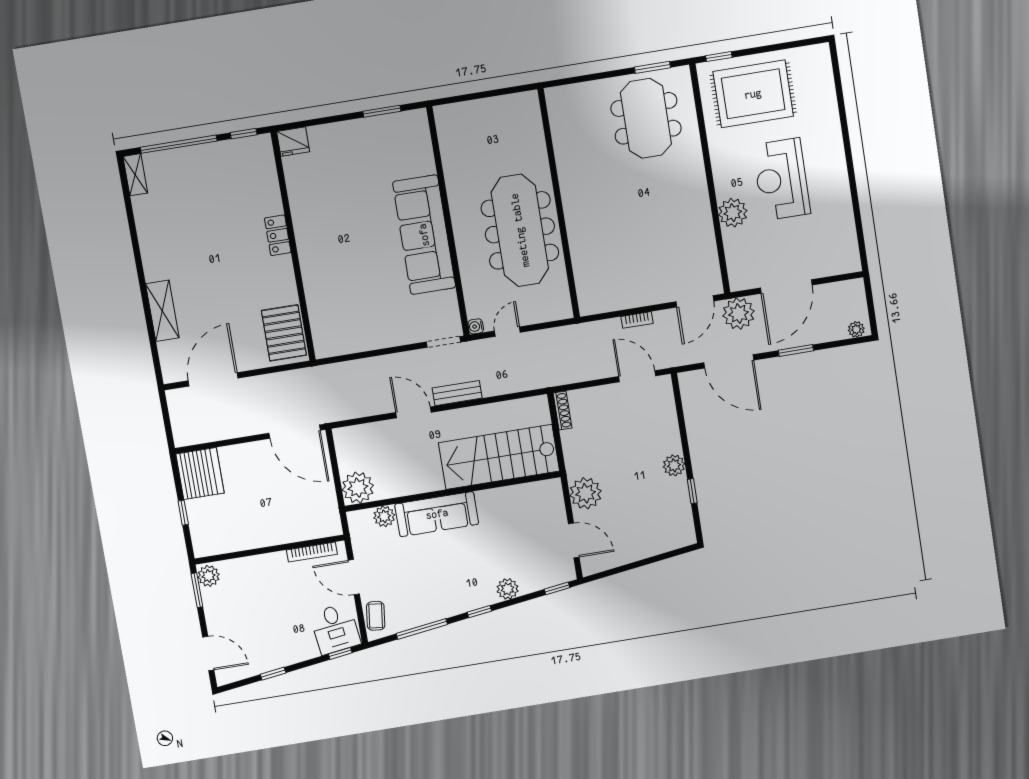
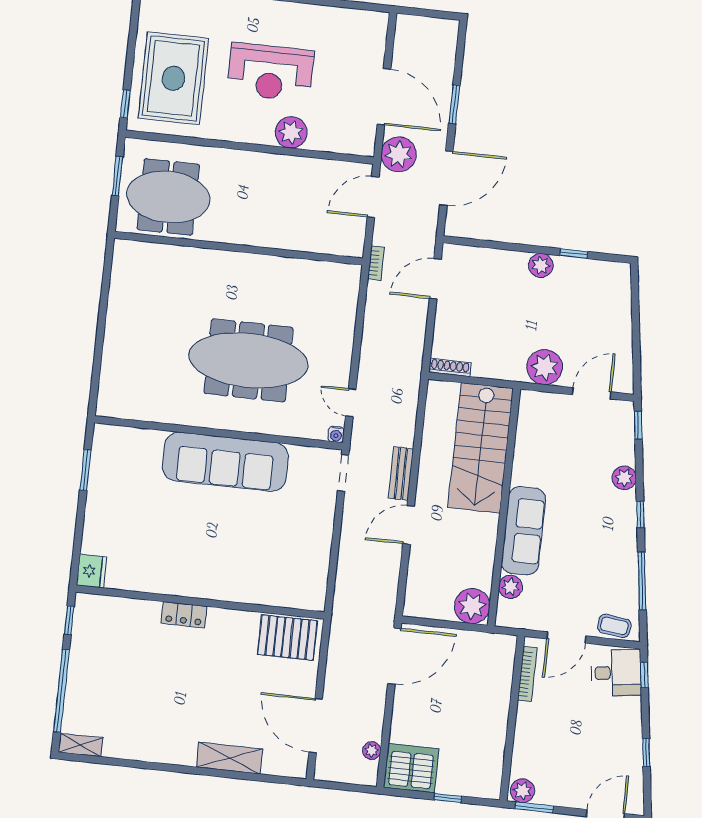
wall: (559, 204) -> (239, 248), moved
door: (695, 301) -> (373, 197), swing flipped
plant: (856, 329) -> (372, 751), moved

